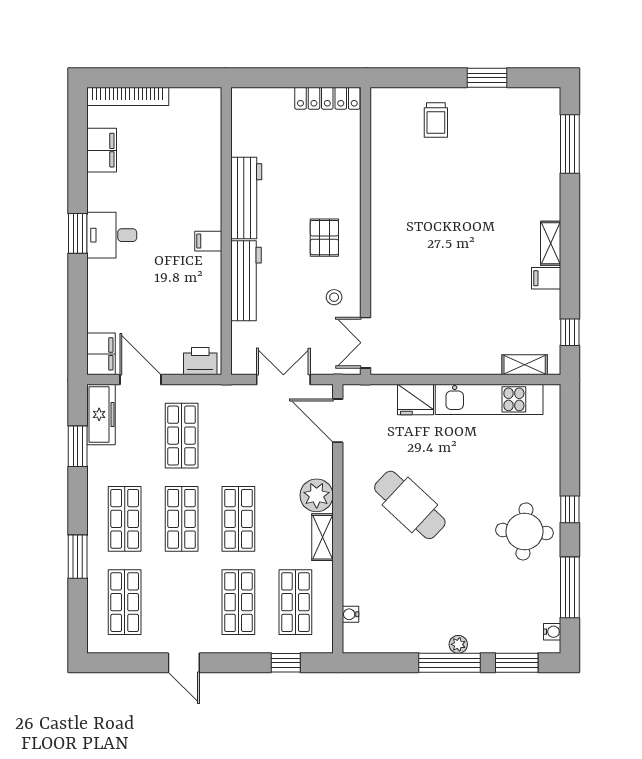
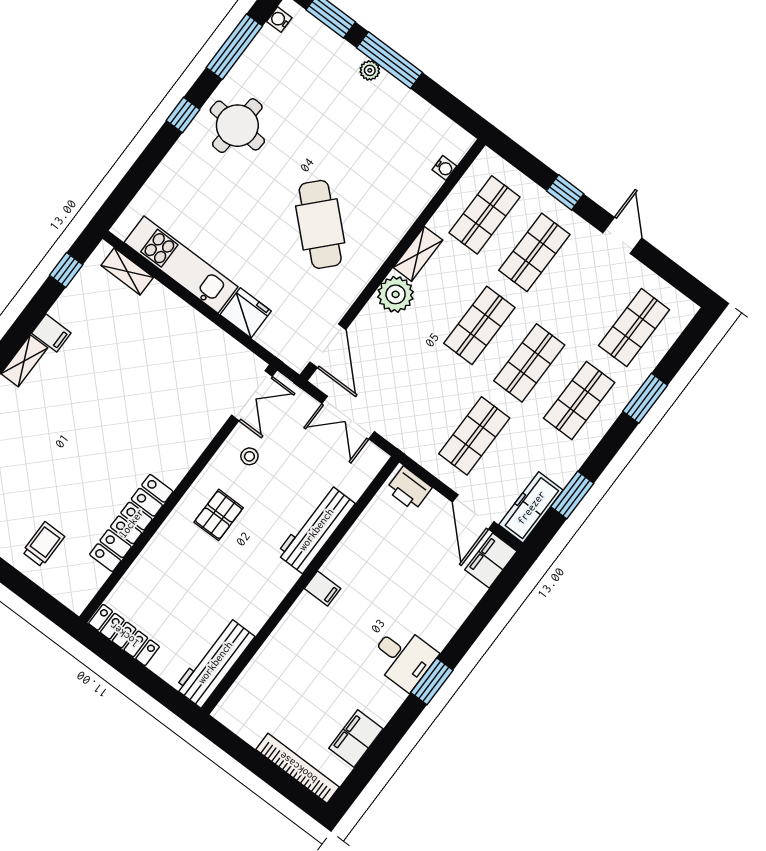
locker: (384, 184) -> (131, 523), added
workbench: (246, 198) -> (215, 662), moved
window: (286, 663) -> (565, 192), moved

